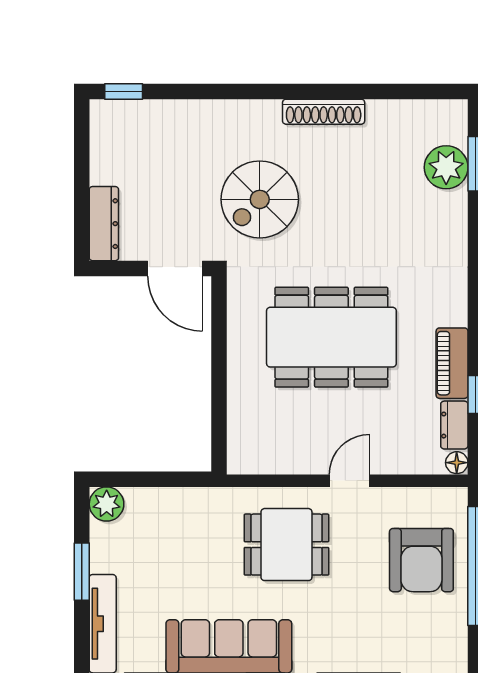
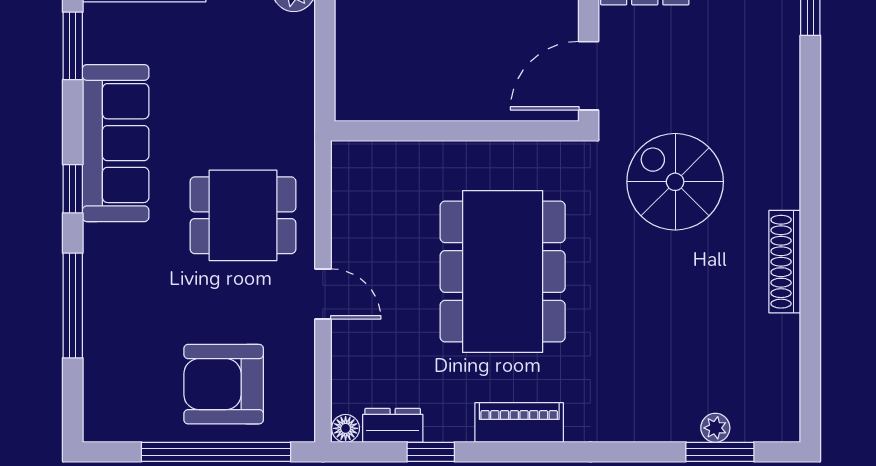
plant: (446, 167) -> (715, 428), width x0.53, depth x0.53
piano: (452, 363) -> (519, 422), moved
dining table: (286, 545) -> (243, 215), turned 90

